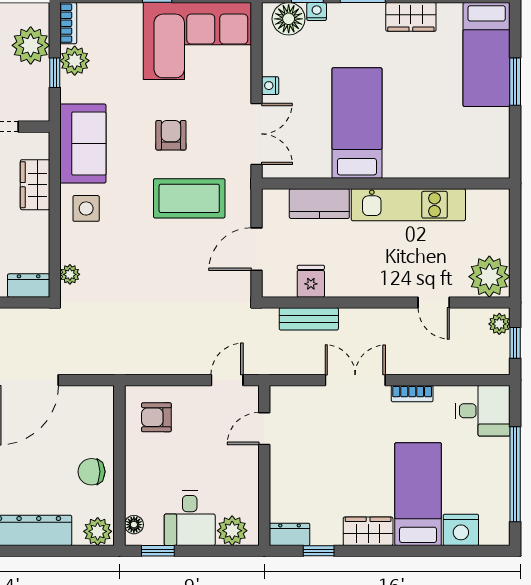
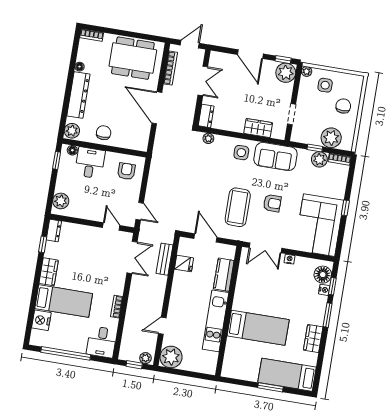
bed: (357, 123) -> (258, 328), moved
double door: (355, 380) -> (132, 257), moved
desk: (190, 518) -> (90, 163), moved, turned 90

